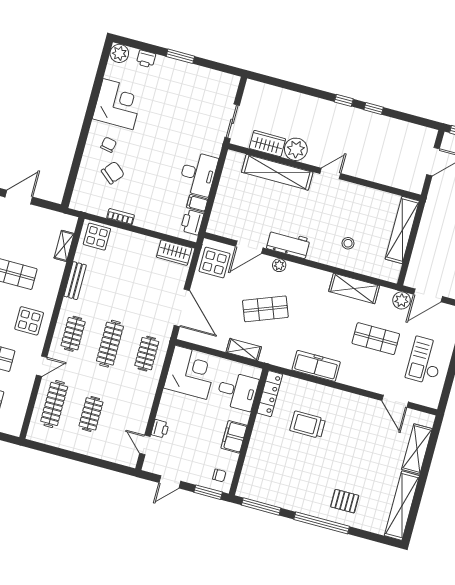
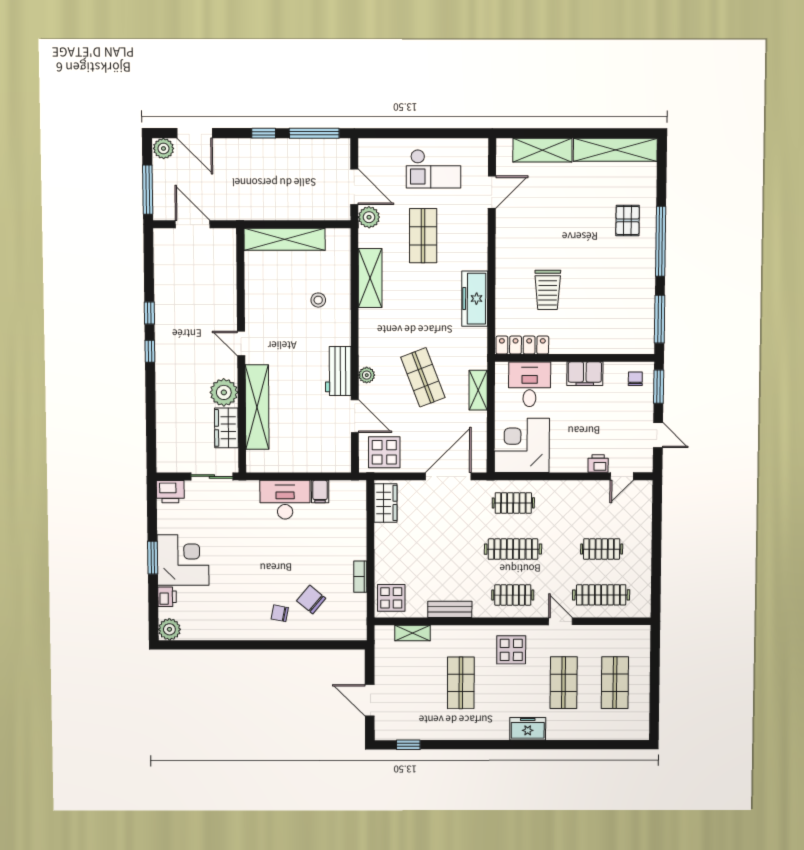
corner desk: (118, 104) -> (183, 560), moved, turned 90
printer: (192, 222) -> (170, 492), moved

